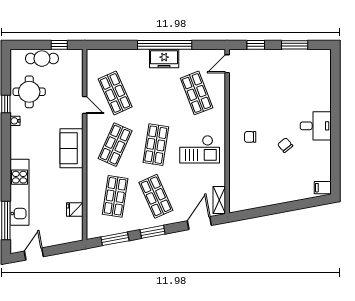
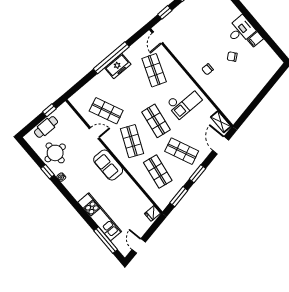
shop shelf: (197, 93) -> (154, 70), turned 42
filing cabinet: (323, 188) -> (256, 39), moved
fridge: (75, 210) -> (152, 213), moved

